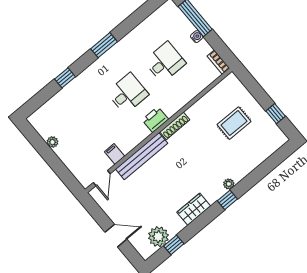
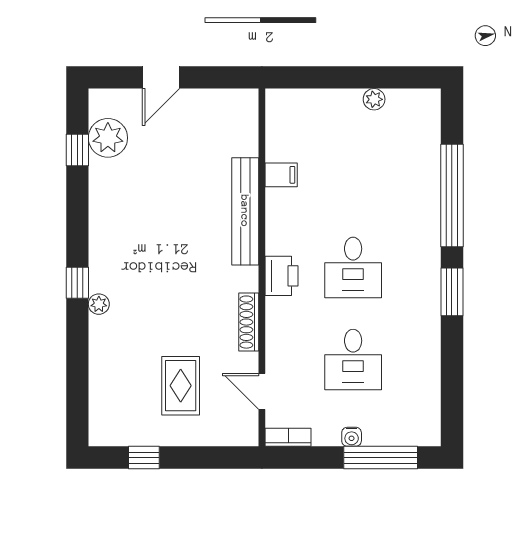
window: (65, 78) -> (452, 196), width x3.17
shoe rack: (175, 126) -> (249, 322), moved
door: (102, 178) -> (262, 391), moved
wardrobe: (194, 209) -> (105, 222), removed

